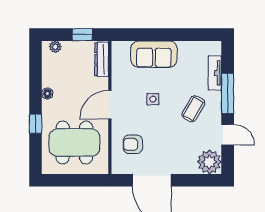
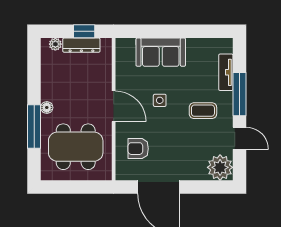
dresser: (102, 59) -> (81, 45), moved, turned -90
floor lamp: (47, 93) -> (47, 107), moved
door: (110, 105) -> (114, 106), swing flipped
coffee table: (193, 109) -> (203, 111), turned 60
window: (36, 124) -> (34, 127), width x2.17

